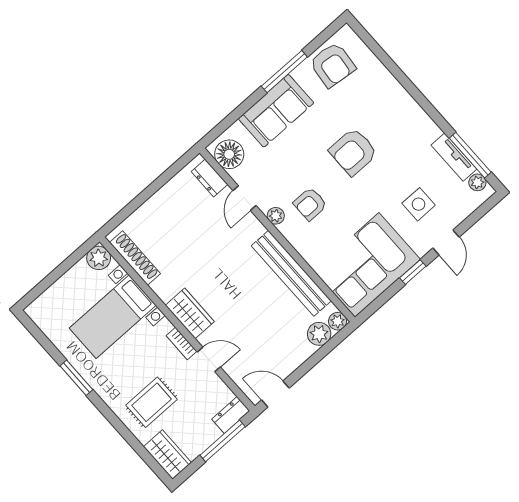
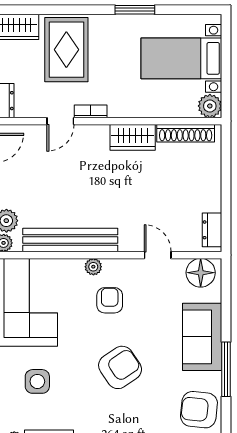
armchair: (353, 152) -> (120, 367), turned 56
dresser: (209, 178) -> (212, 230), moved, turned -90
plant: (276, 216) -> (93, 267), moved
wardrobe: (190, 313) -> (133, 137), moved
bed with nightstands: (113, 317) -> (181, 58), moved, turned -90
rug: (152, 402) -> (66, 50), width x1.36, depth x1.43

